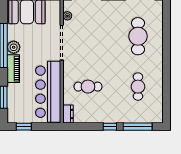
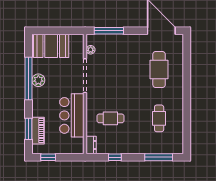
piano: (13, 69) -> (38, 131), moved
bar counter: (48, 92) -> (72, 115), width x0.73
window: (110, 127) -> (115, 157), moved

